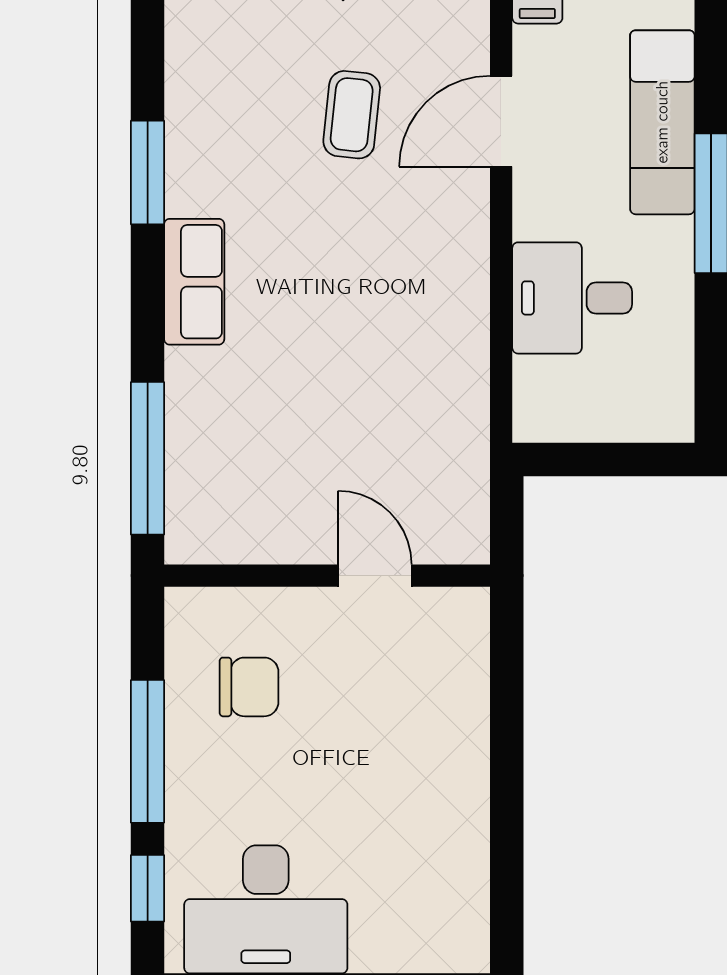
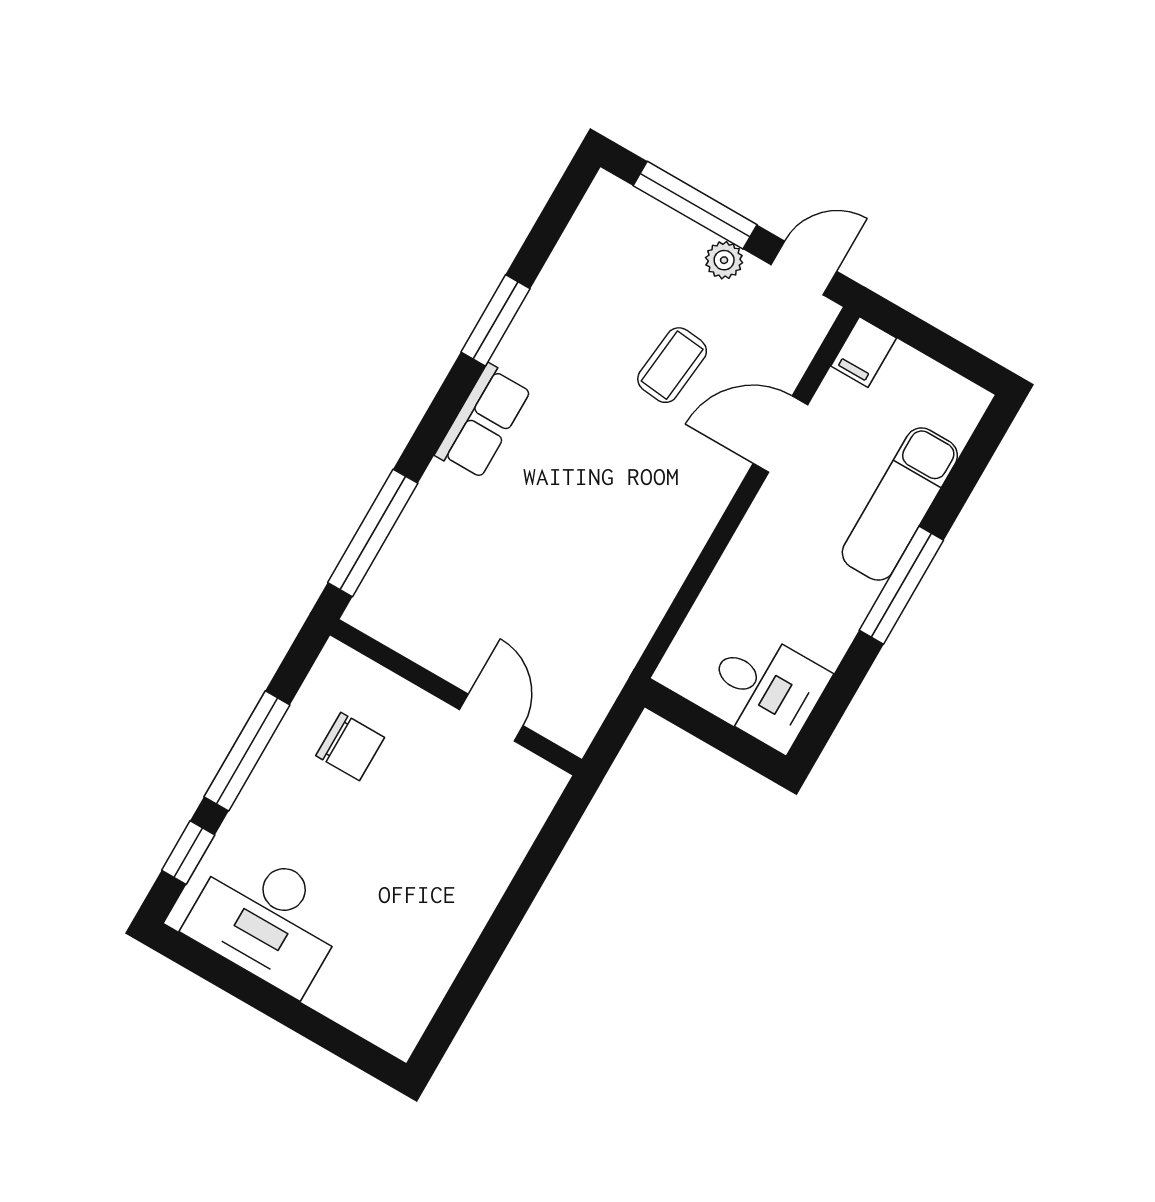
desk: (572, 298) -> (765, 689), moved, turned 180

